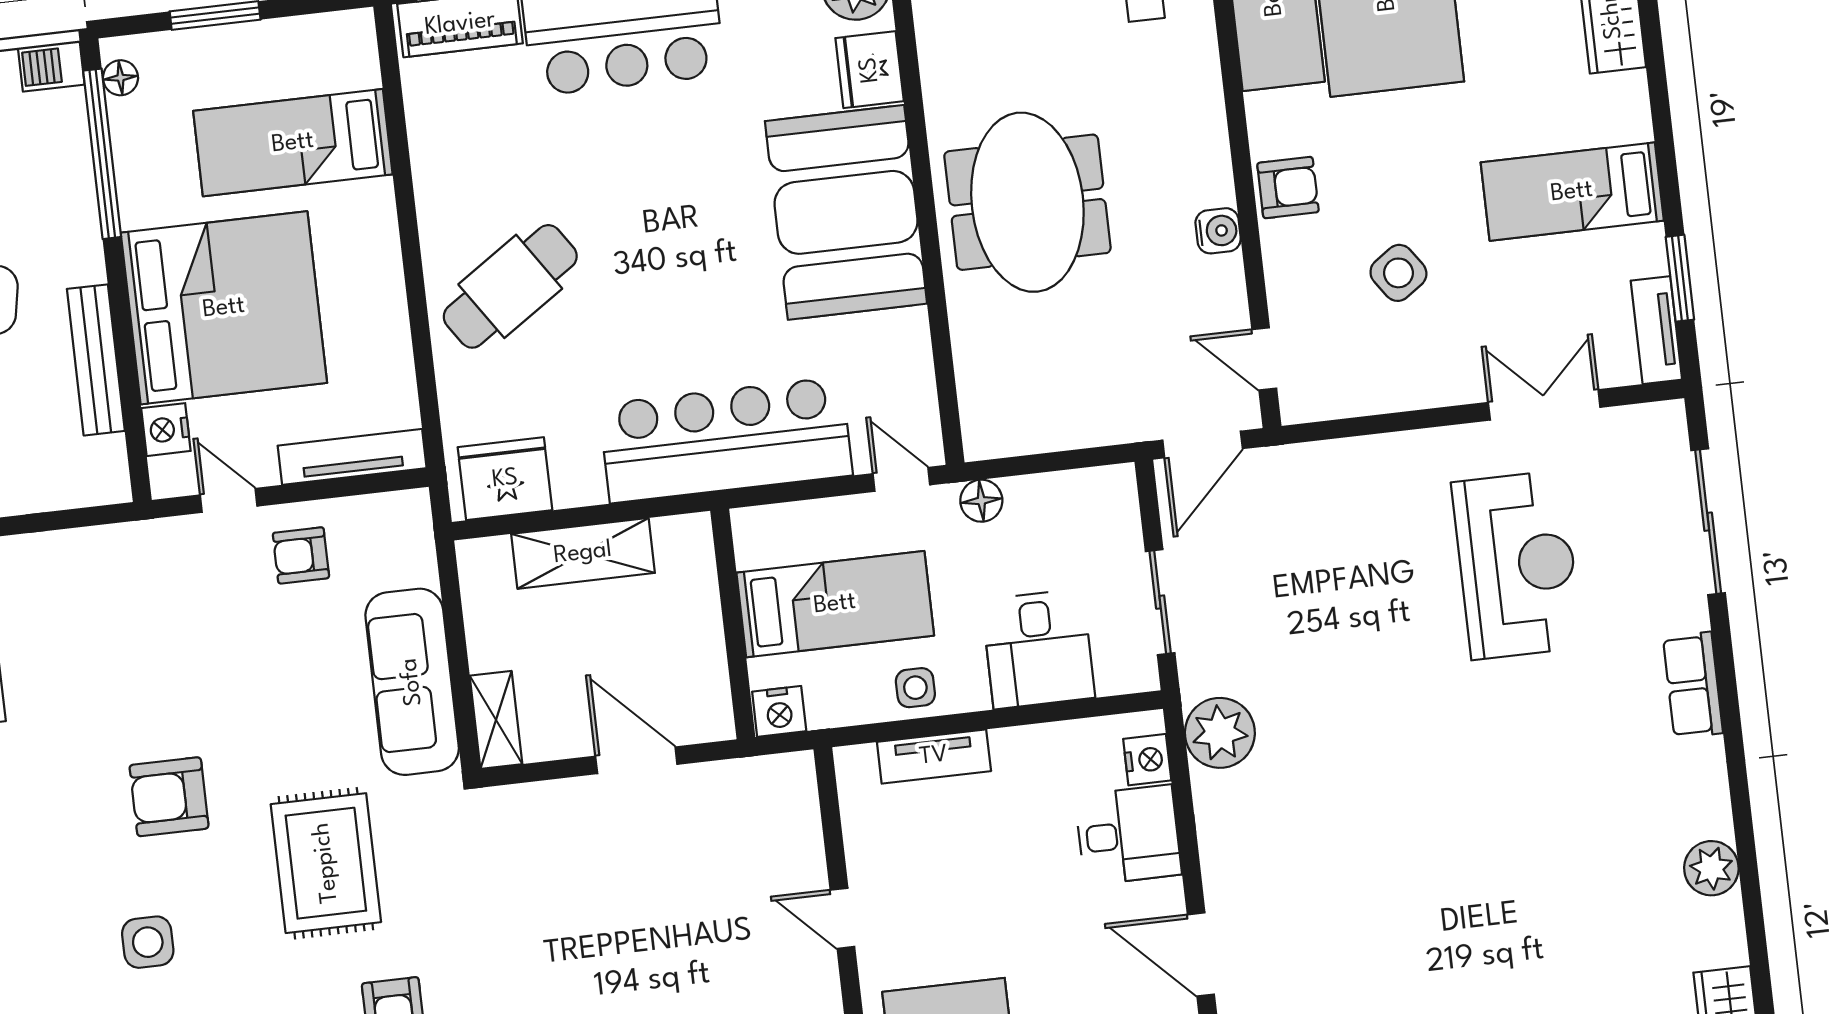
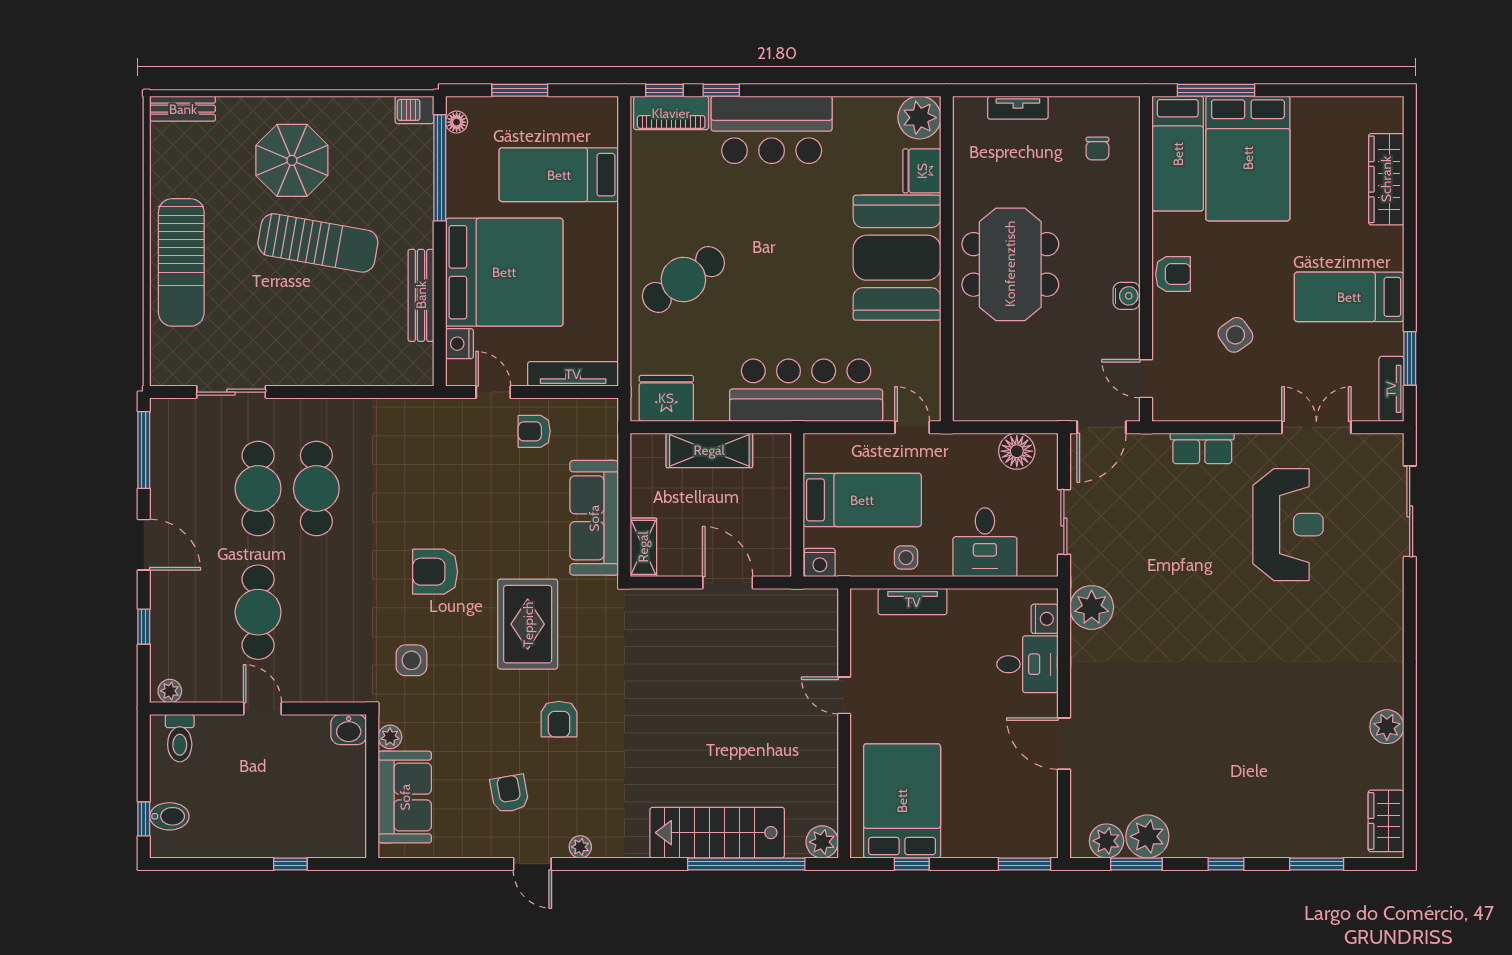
floor lamp: (981, 501) -> (1017, 451), moved, width x1.38, depth x1.38
row of seats: (1693, 685) -> (1202, 448), moved, turned -90

